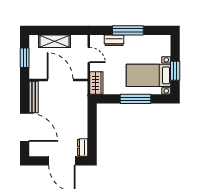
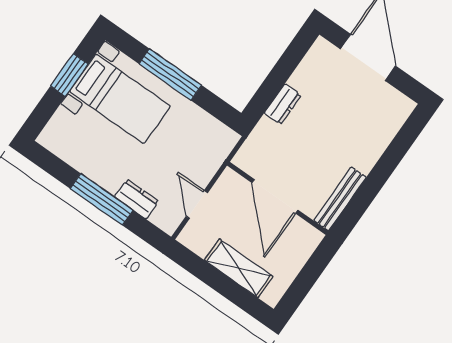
window: (25, 58) -> (308, 276), removed
wardrobe: (96, 83) -> (217, 148), removed
door: (25, 127) -> (391, 158), removed
dresser: (83, 147) -> (283, 104), moved

